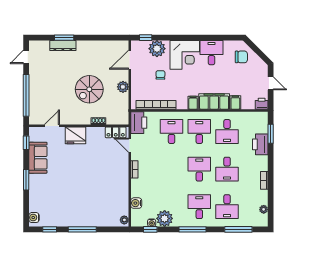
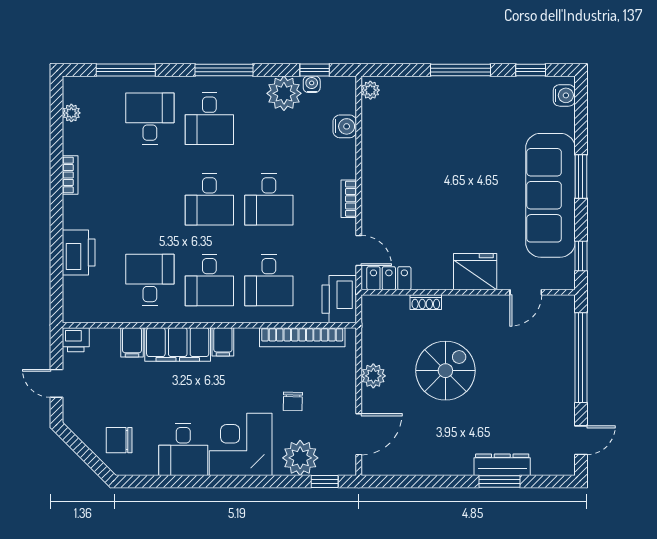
window: (271, 134) -> (57, 275), removed
sofa: (38, 158) -> (550, 195), width x1.85, depth x1.27
desk: (227, 169) -> (269, 199), moved, turned 180

